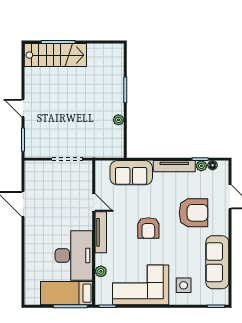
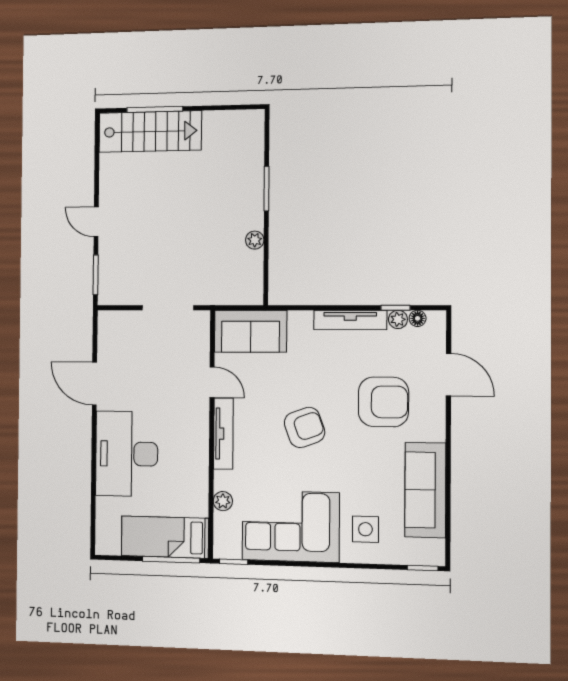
sofa: (131, 173) -> (250, 331), moved
armchair: (148, 228) -> (305, 427), turned -110
desk: (74, 255) -> (127, 454), moved, turned 180

